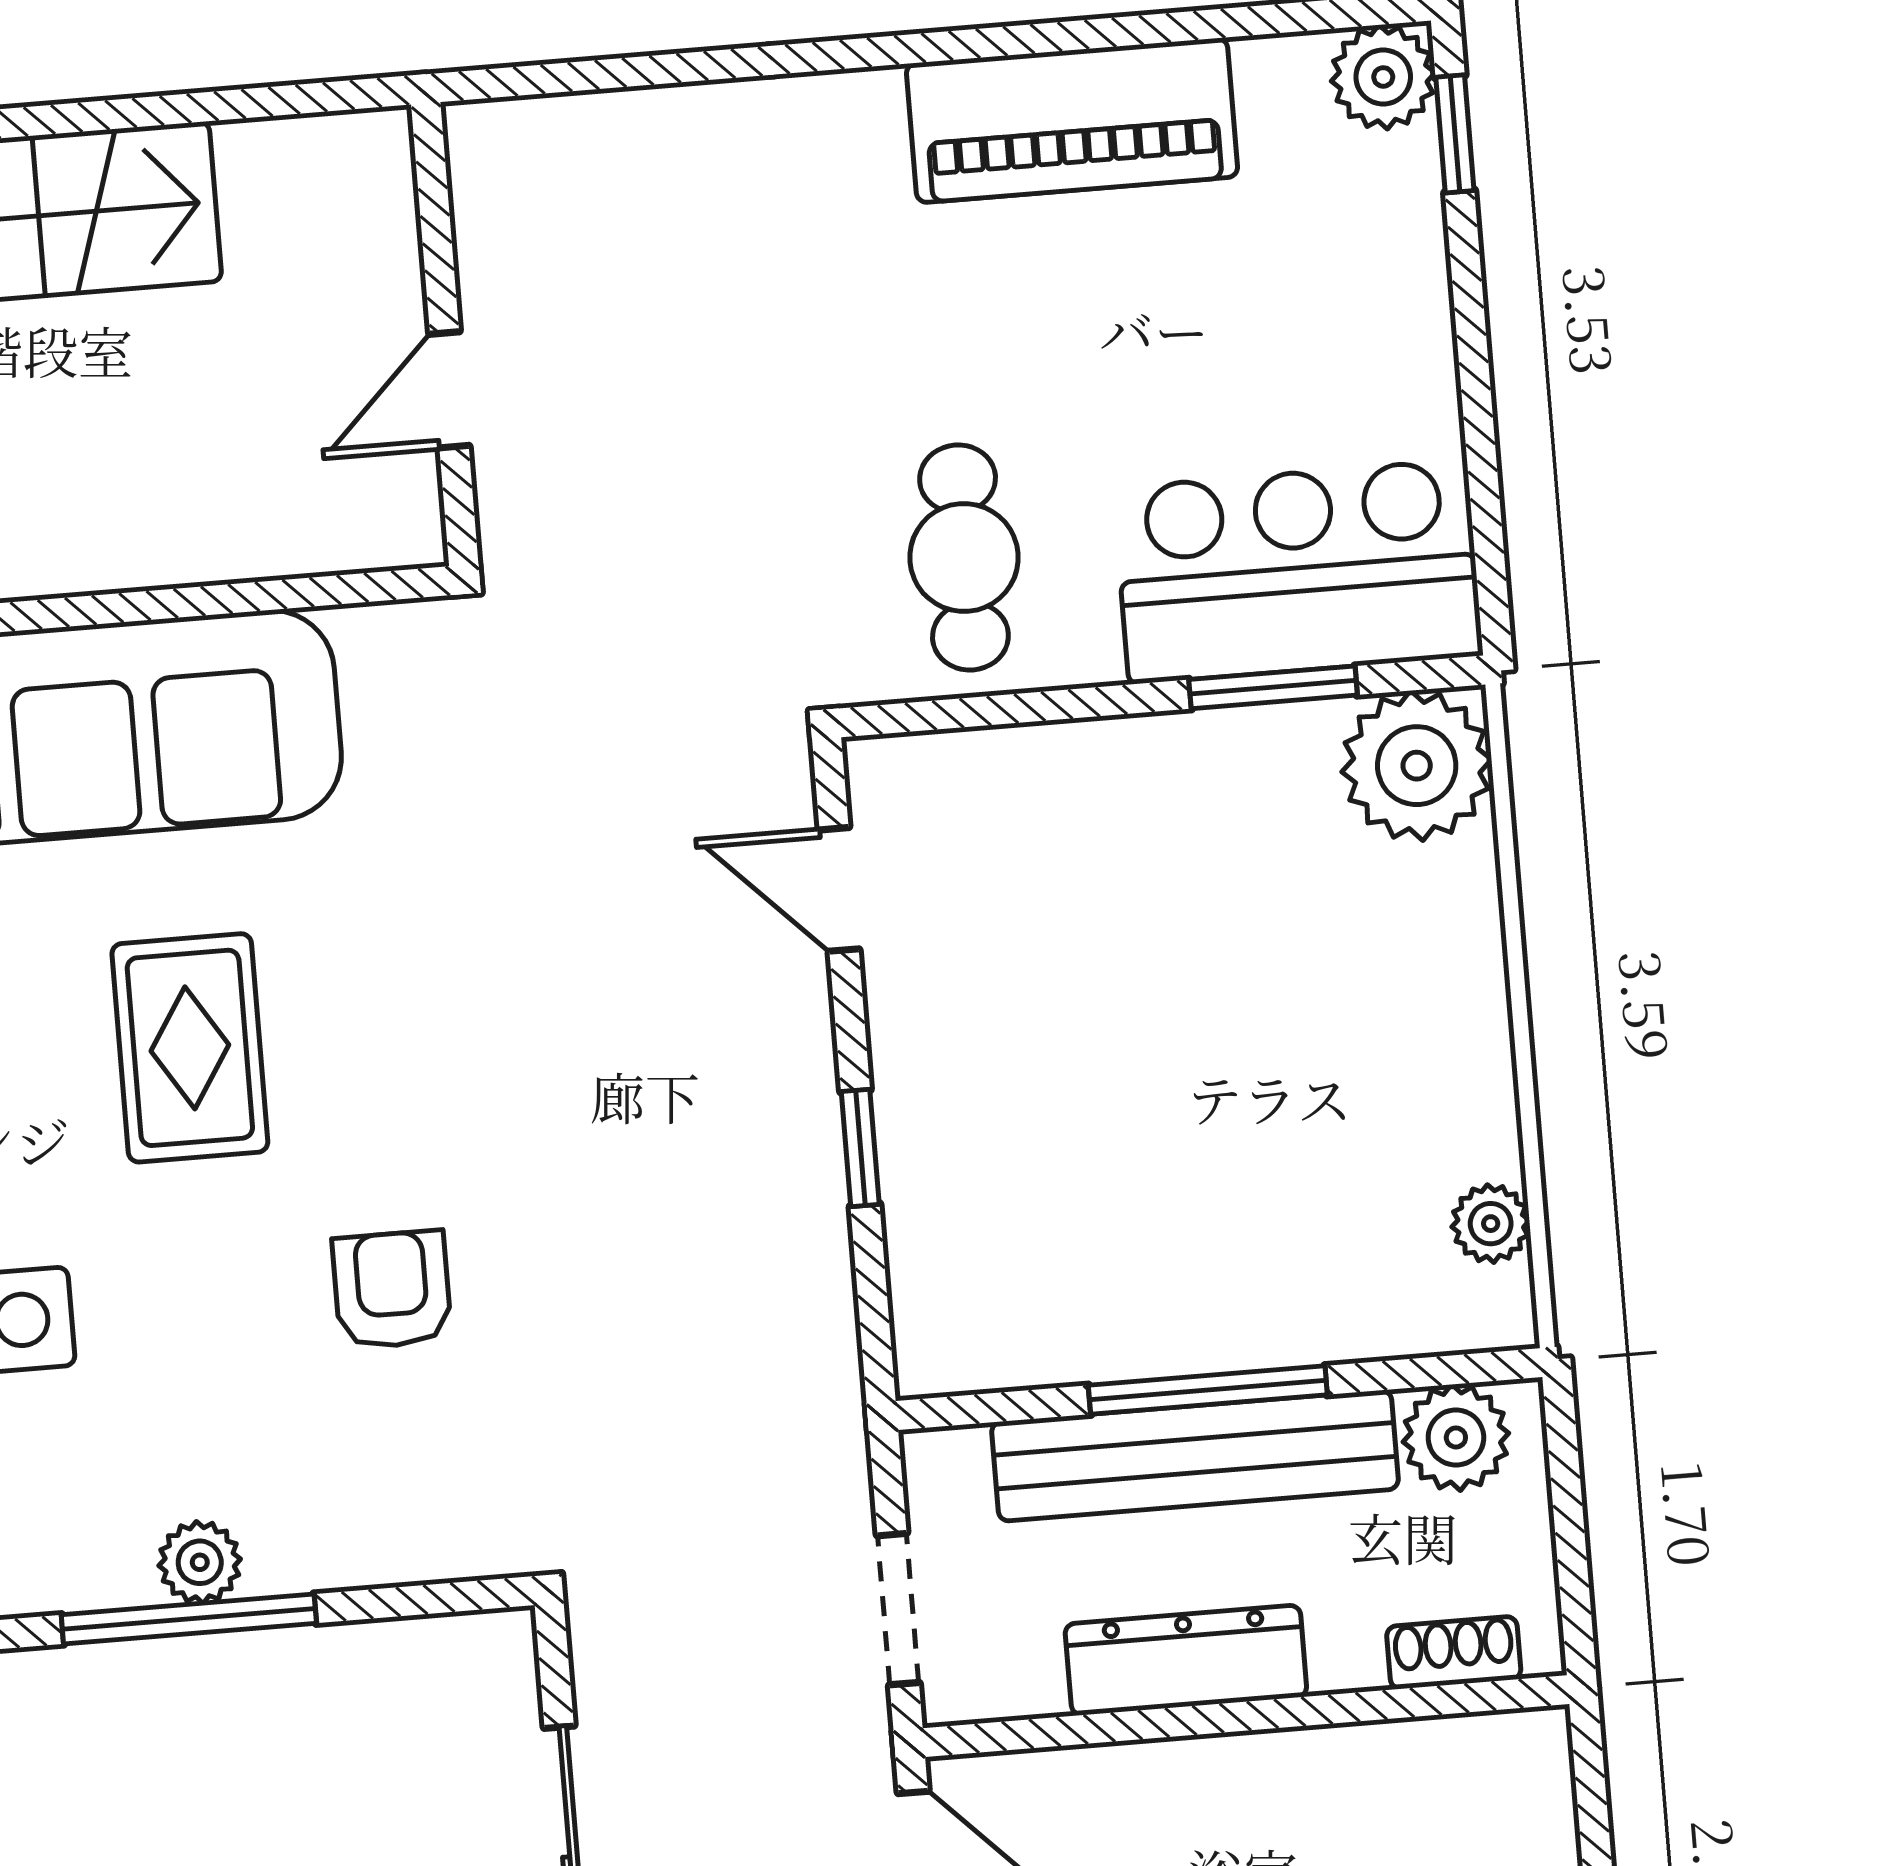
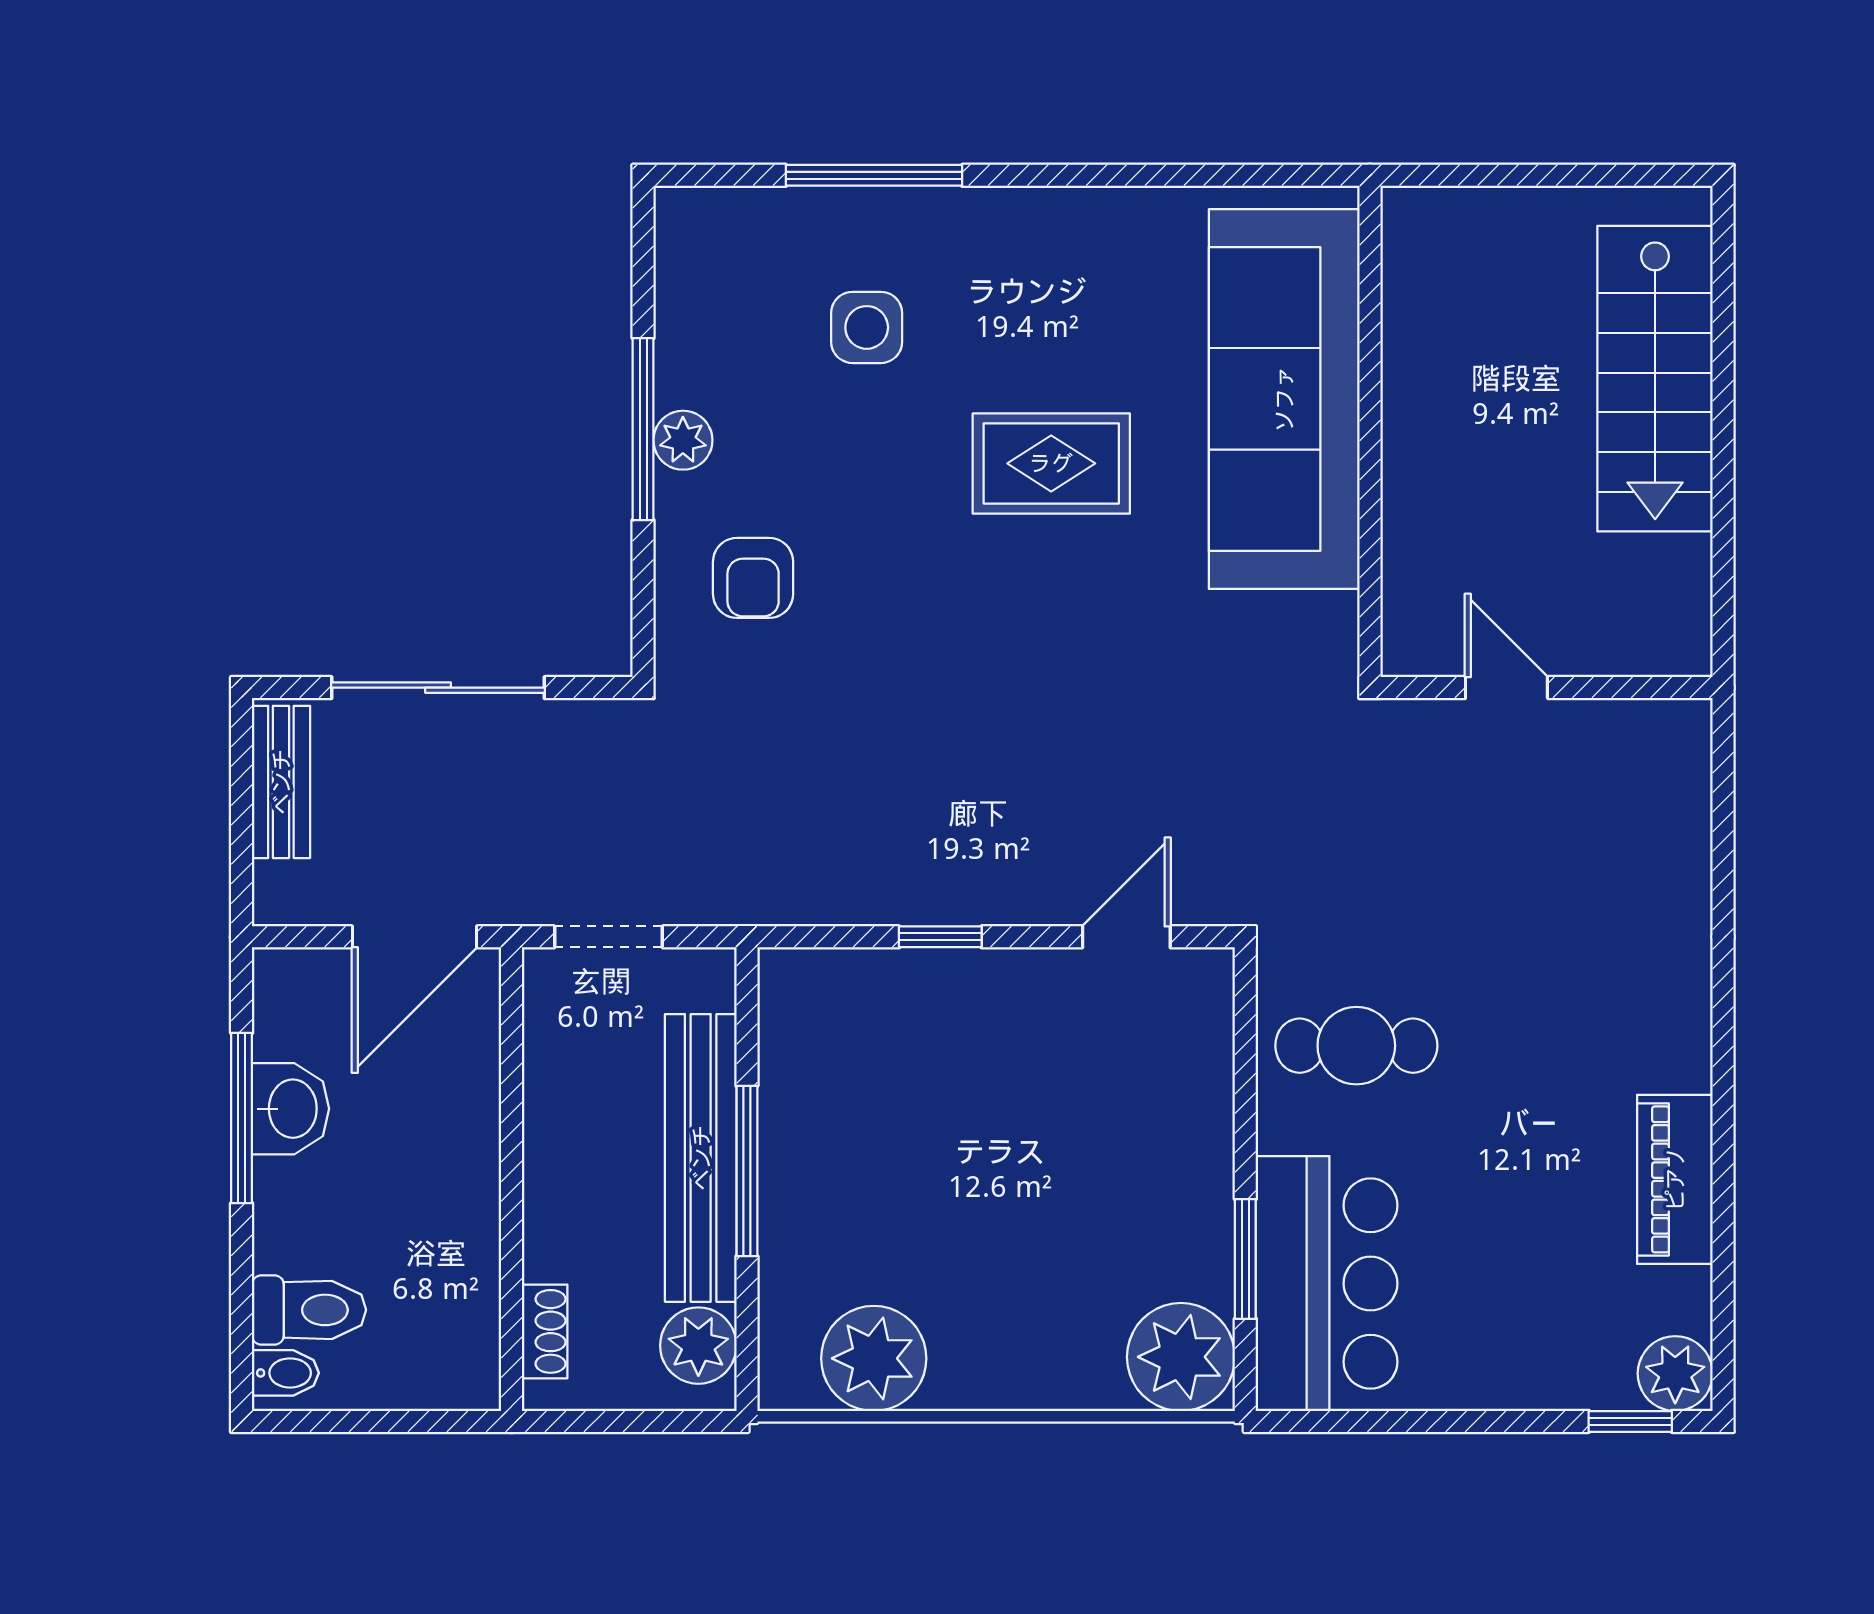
piano: (1072, 120) -> (1675, 1179), width x0.73, depth x0.75
plant: (1491, 1224) -> (874, 1358), width x1.88, depth x1.88
armchair: (392, 1290) -> (753, 578), moved, turned 90
dresser: (1186, 1660) -> (555, 1139), removed

